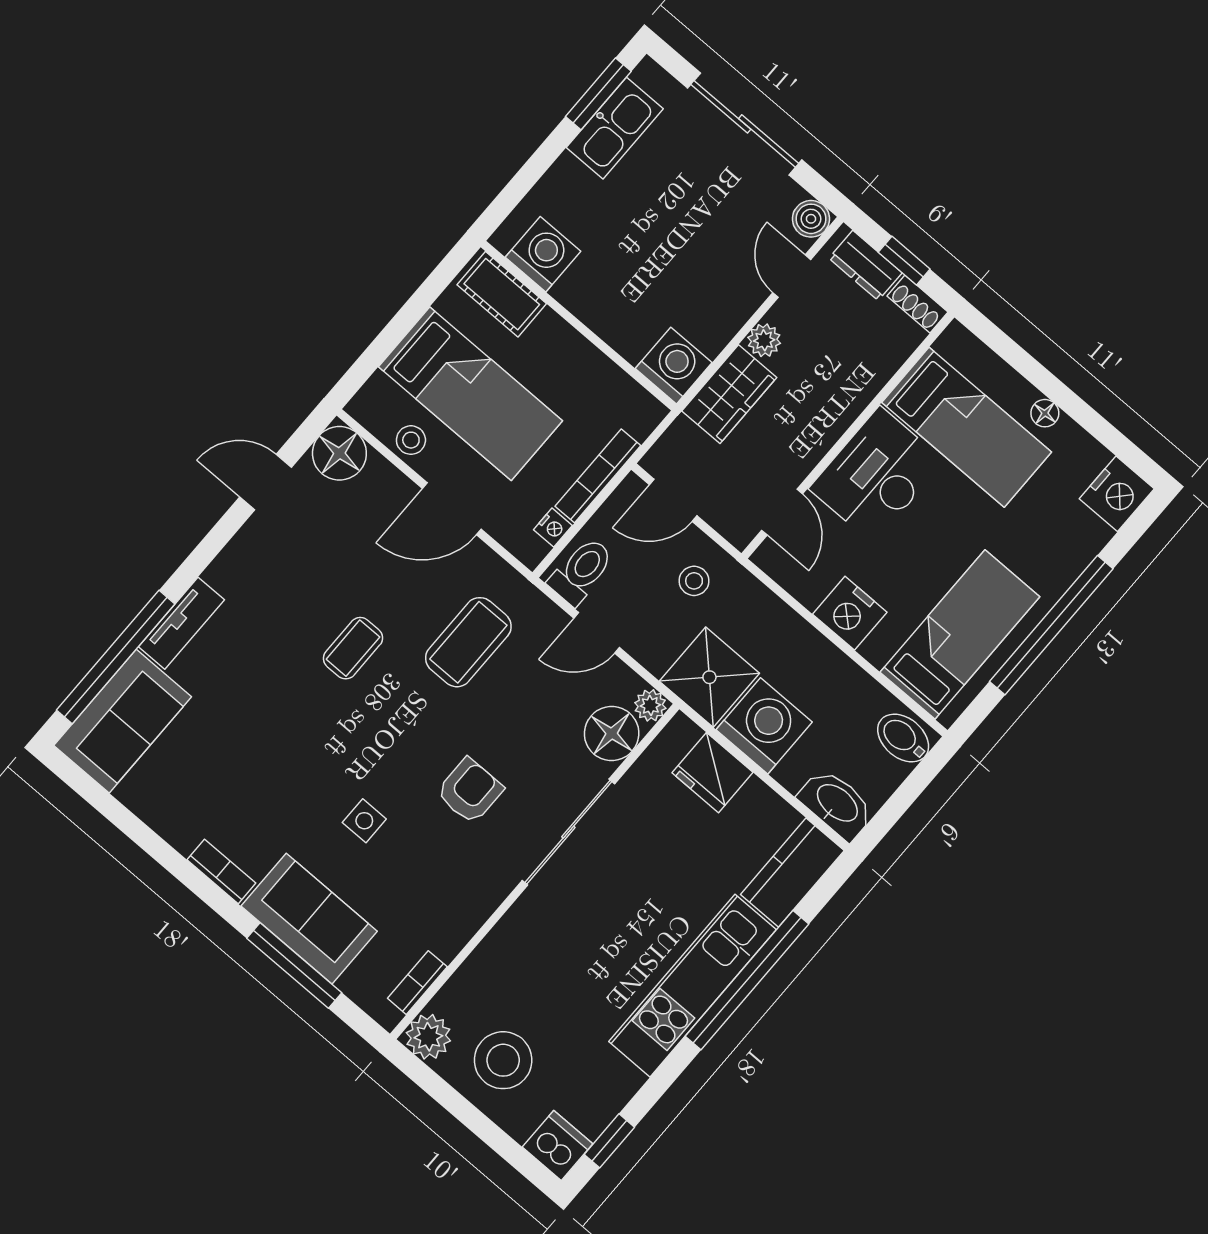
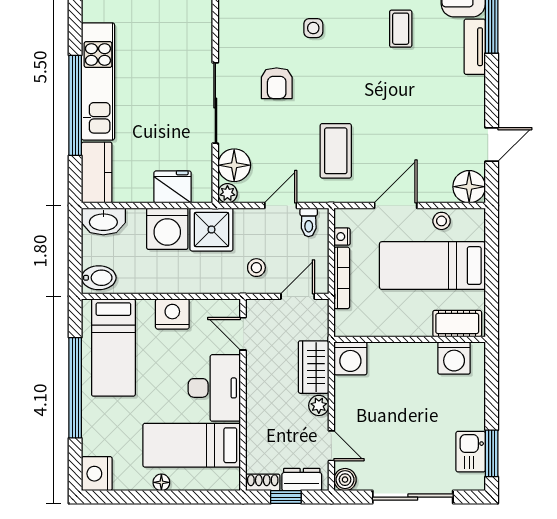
kitchen sink: (615, 128) -> (471, 452), width x0.73
toilet: (581, 571) -> (309, 222), width x0.73, depth x0.72
coffee table: (353, 648) -> (401, 29), moved

